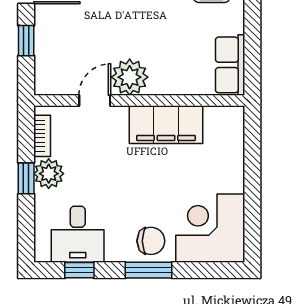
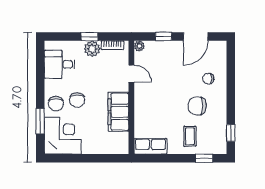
plant: (130, 77) -> (139, 46), moved, width x0.53, depth x0.53
chair: (144, 201) -> (77, 100), added
window: (79, 270) -> (40, 65), removed
window: (149, 270) -> (40, 121), moved

